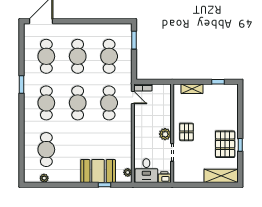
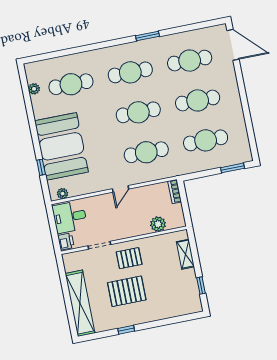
door: (133, 97) -> (121, 189), moved
plant: (165, 134) -> (158, 224), moved
pallet: (225, 144) -> (127, 291), moved
booth: (98, 171) -> (61, 146), width x1.36, depth x1.42
shelving: (221, 176) -> (80, 303), width x1.47

